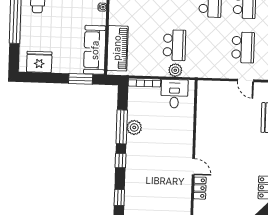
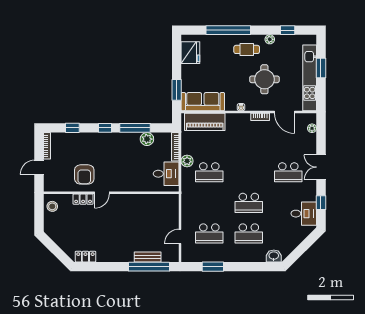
plant: (175, 70) -> (187, 161), moved
plant: (134, 127) -> (147, 139), moved
armchair: (172, 186) -> (84, 174), added

